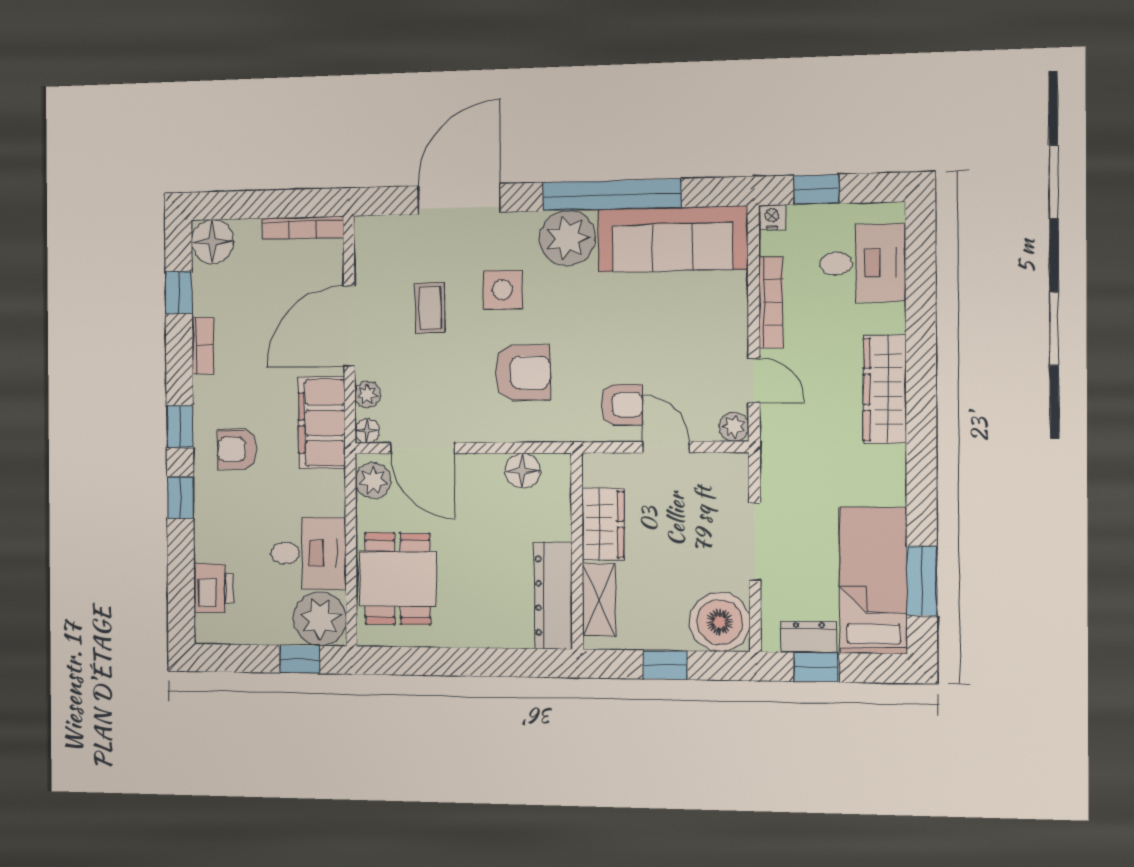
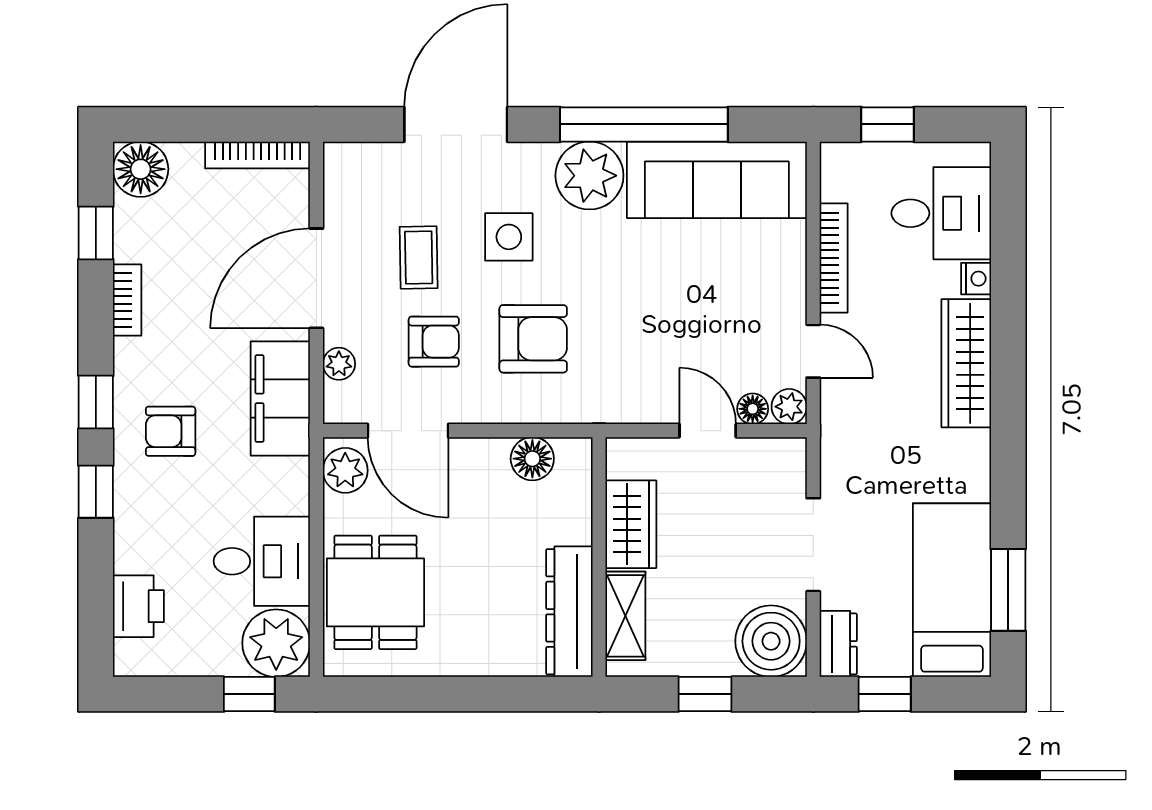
nightstand: (772, 217) -> (976, 279), moved, turned 90
armchair: (622, 405) -> (434, 342), moved
floor lamp: (367, 431) -> (753, 409), moved
dresser: (809, 637) -> (838, 644), moved, turned 90

